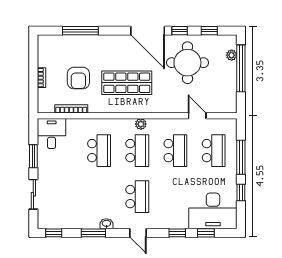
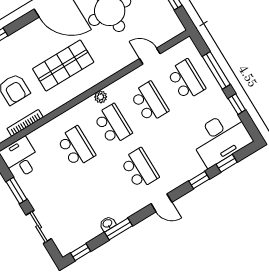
washbasin: (106, 224) -> (108, 224), moved

